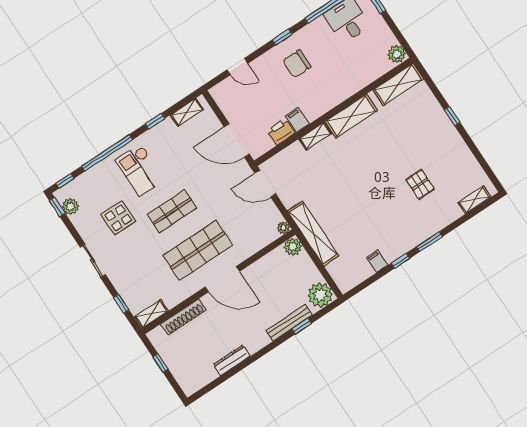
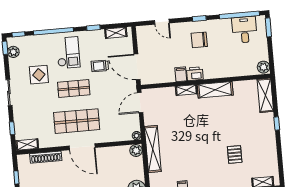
shelving: (398, 84) -> (265, 95), moved, turned 90
printer: (281, 132) -> (195, 74), moved
trolley: (189, 165) -> (100, 66), added
checkout: (140, 170) -> (68, 53), turned 180
door: (265, 184) -> (140, 103), hinge flipped

